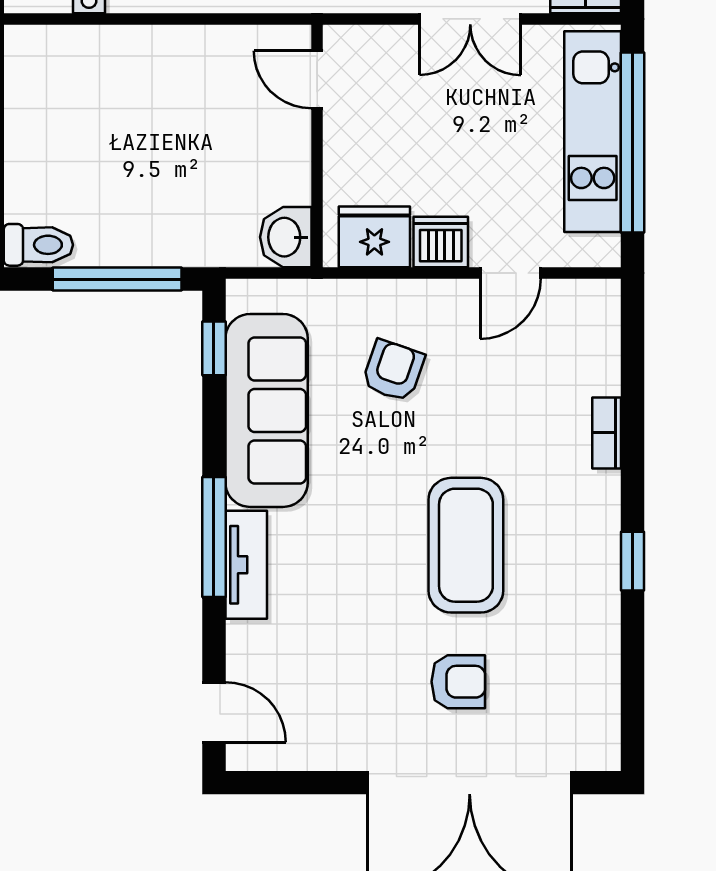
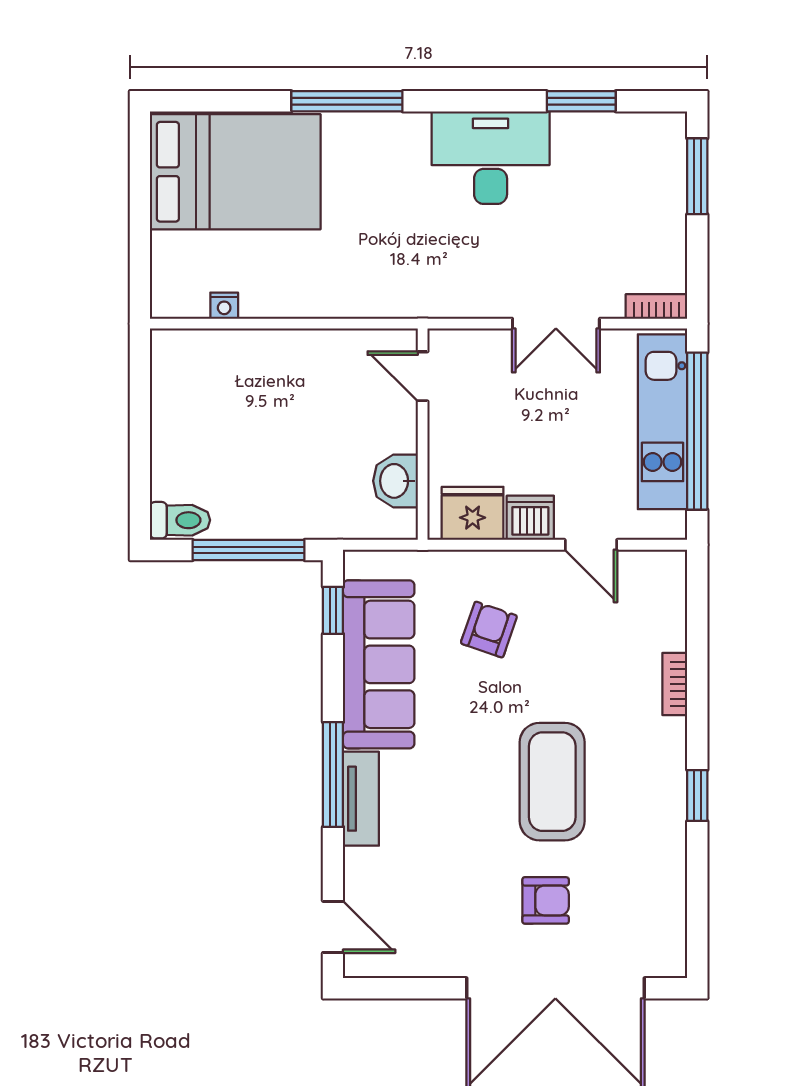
washbasin: (286, 237) -> (395, 481), moved
door: (510, 273) -> (591, 545), hinge flipped

